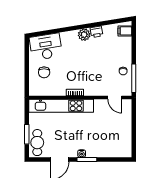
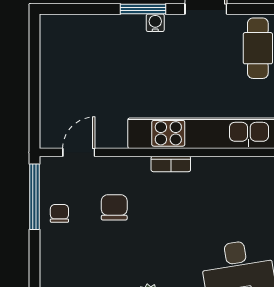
chair: (44, 72) -> (114, 207), moved
door: (115, 97) -> (79, 152), hinge flipped

